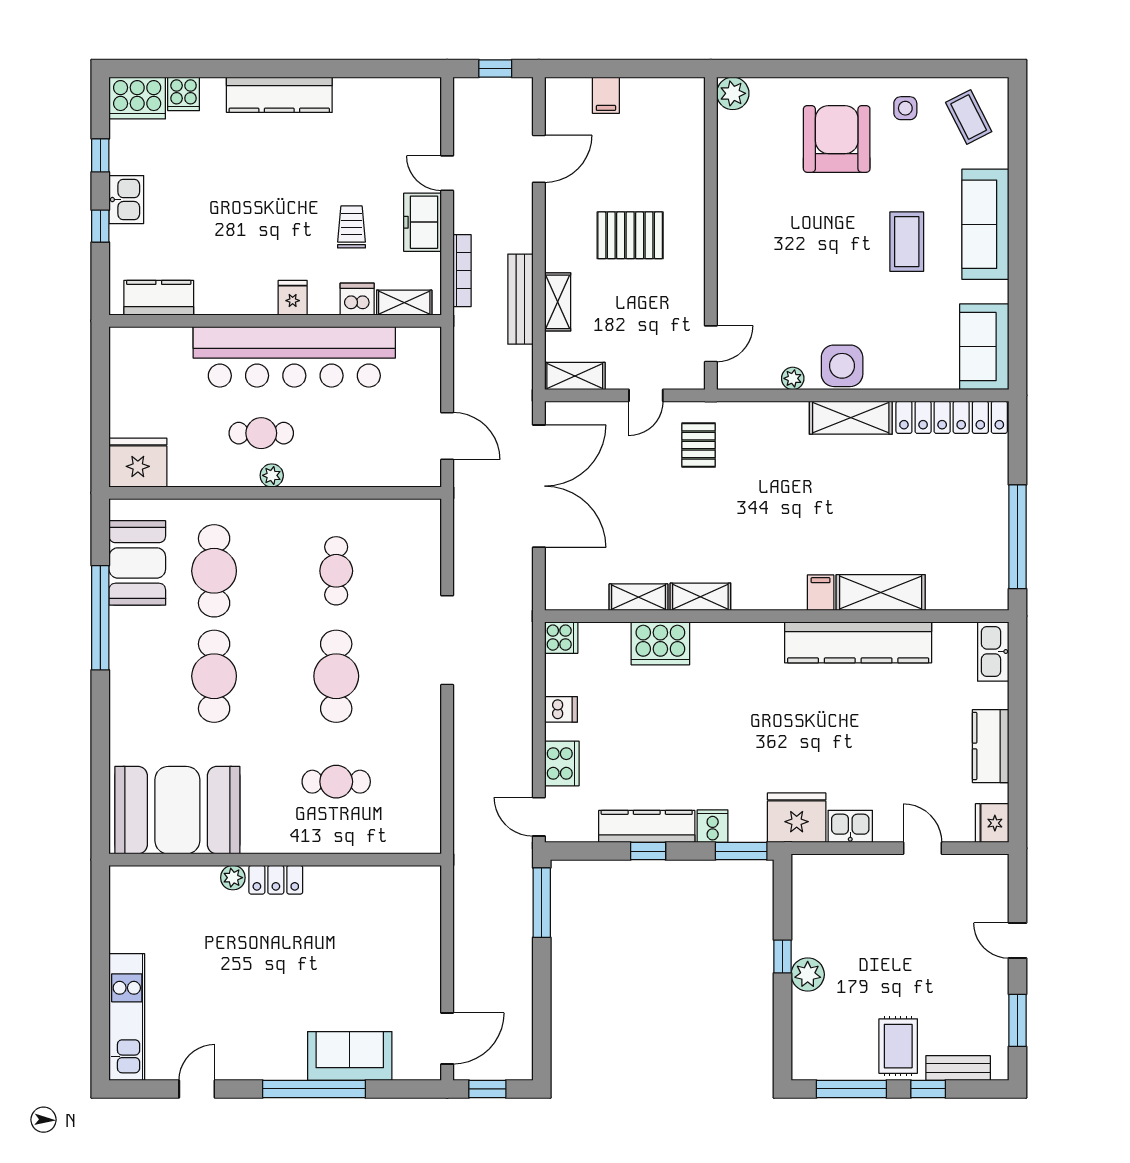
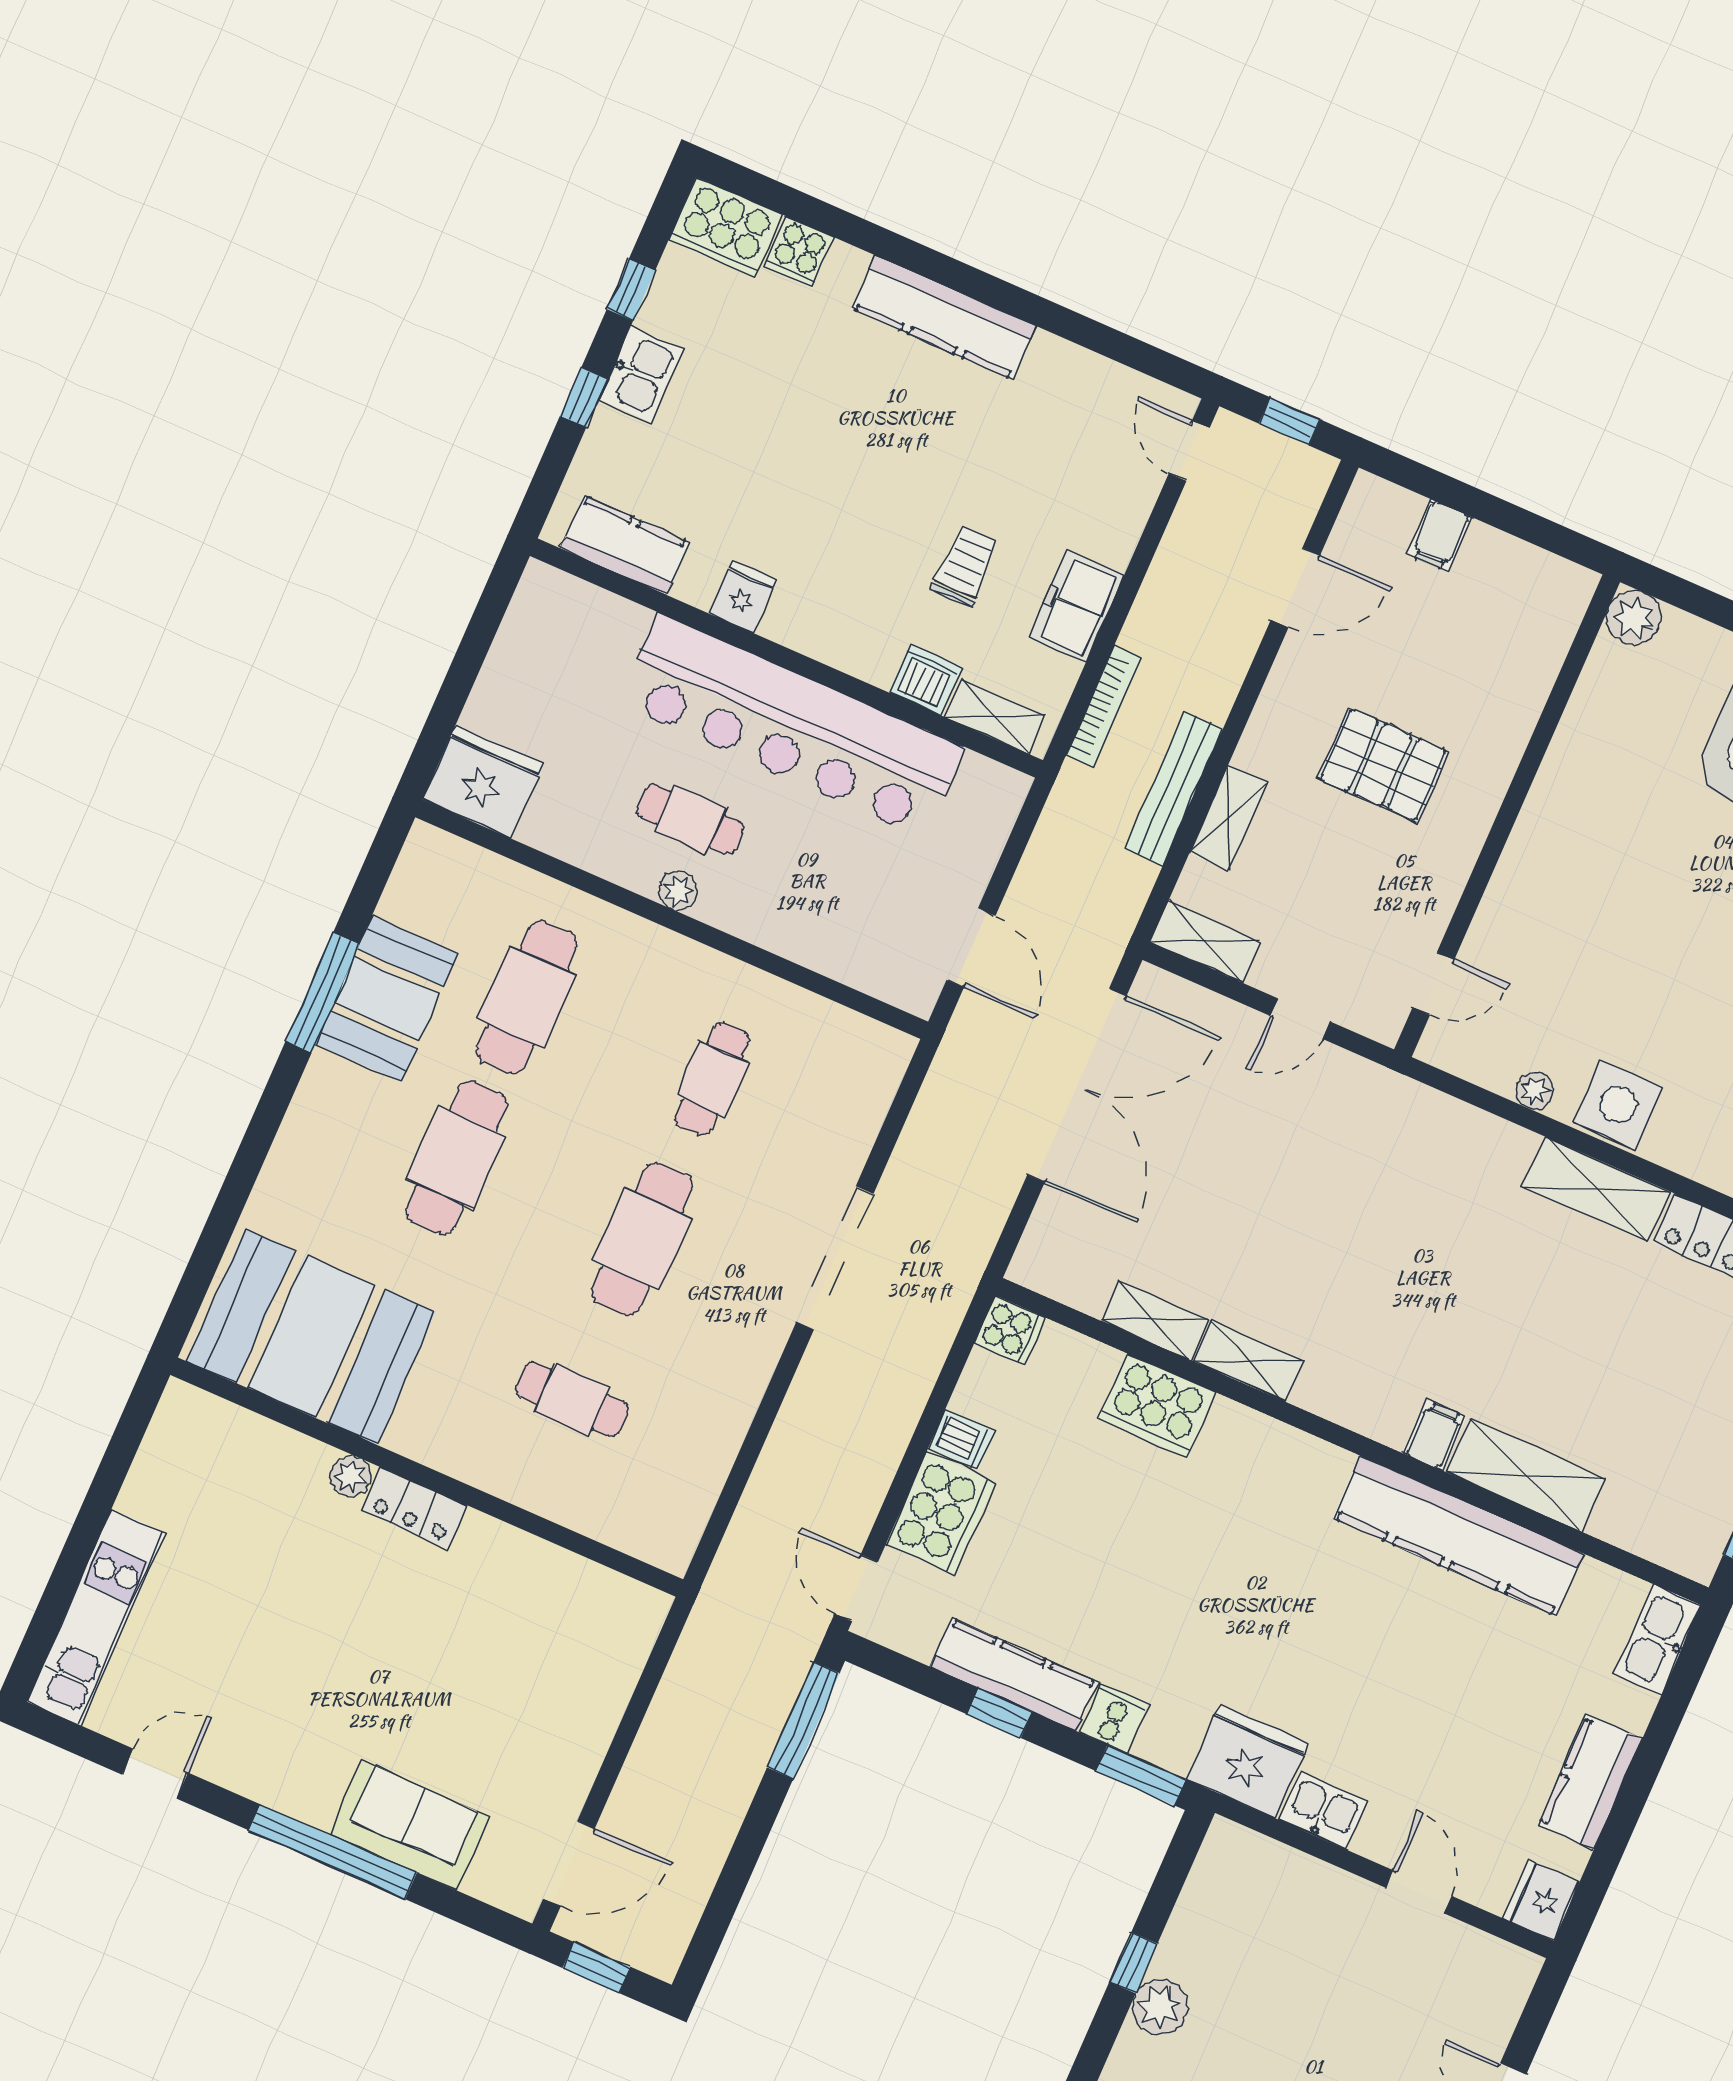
door: (447, 173) -> (1189, 451), moved
fridge: (293, 298) -> (743, 597), moved
pallet: (699, 445) -> (1347, 1129), removed
booth: (137, 563) -> (387, 999), moved
window: (100, 618) -> (322, 993), width x0.68
cooker: (562, 763) -> (941, 1513), width x1.37, depth x1.31

